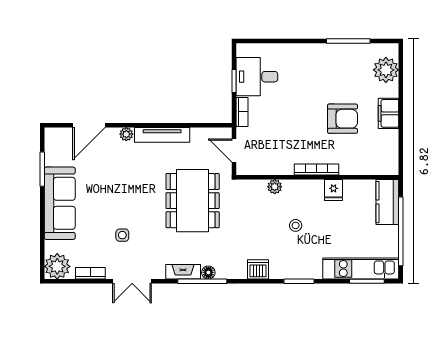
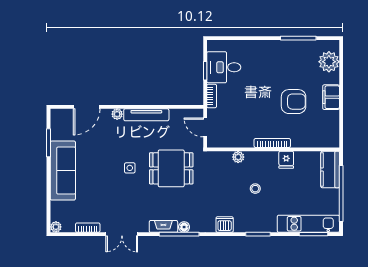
dining table: (193, 201) -> (171, 168), width x0.73
side table: (122, 235) -> (130, 168), moved
plant: (57, 266) -> (56, 227), width x0.53, depth x0.53

